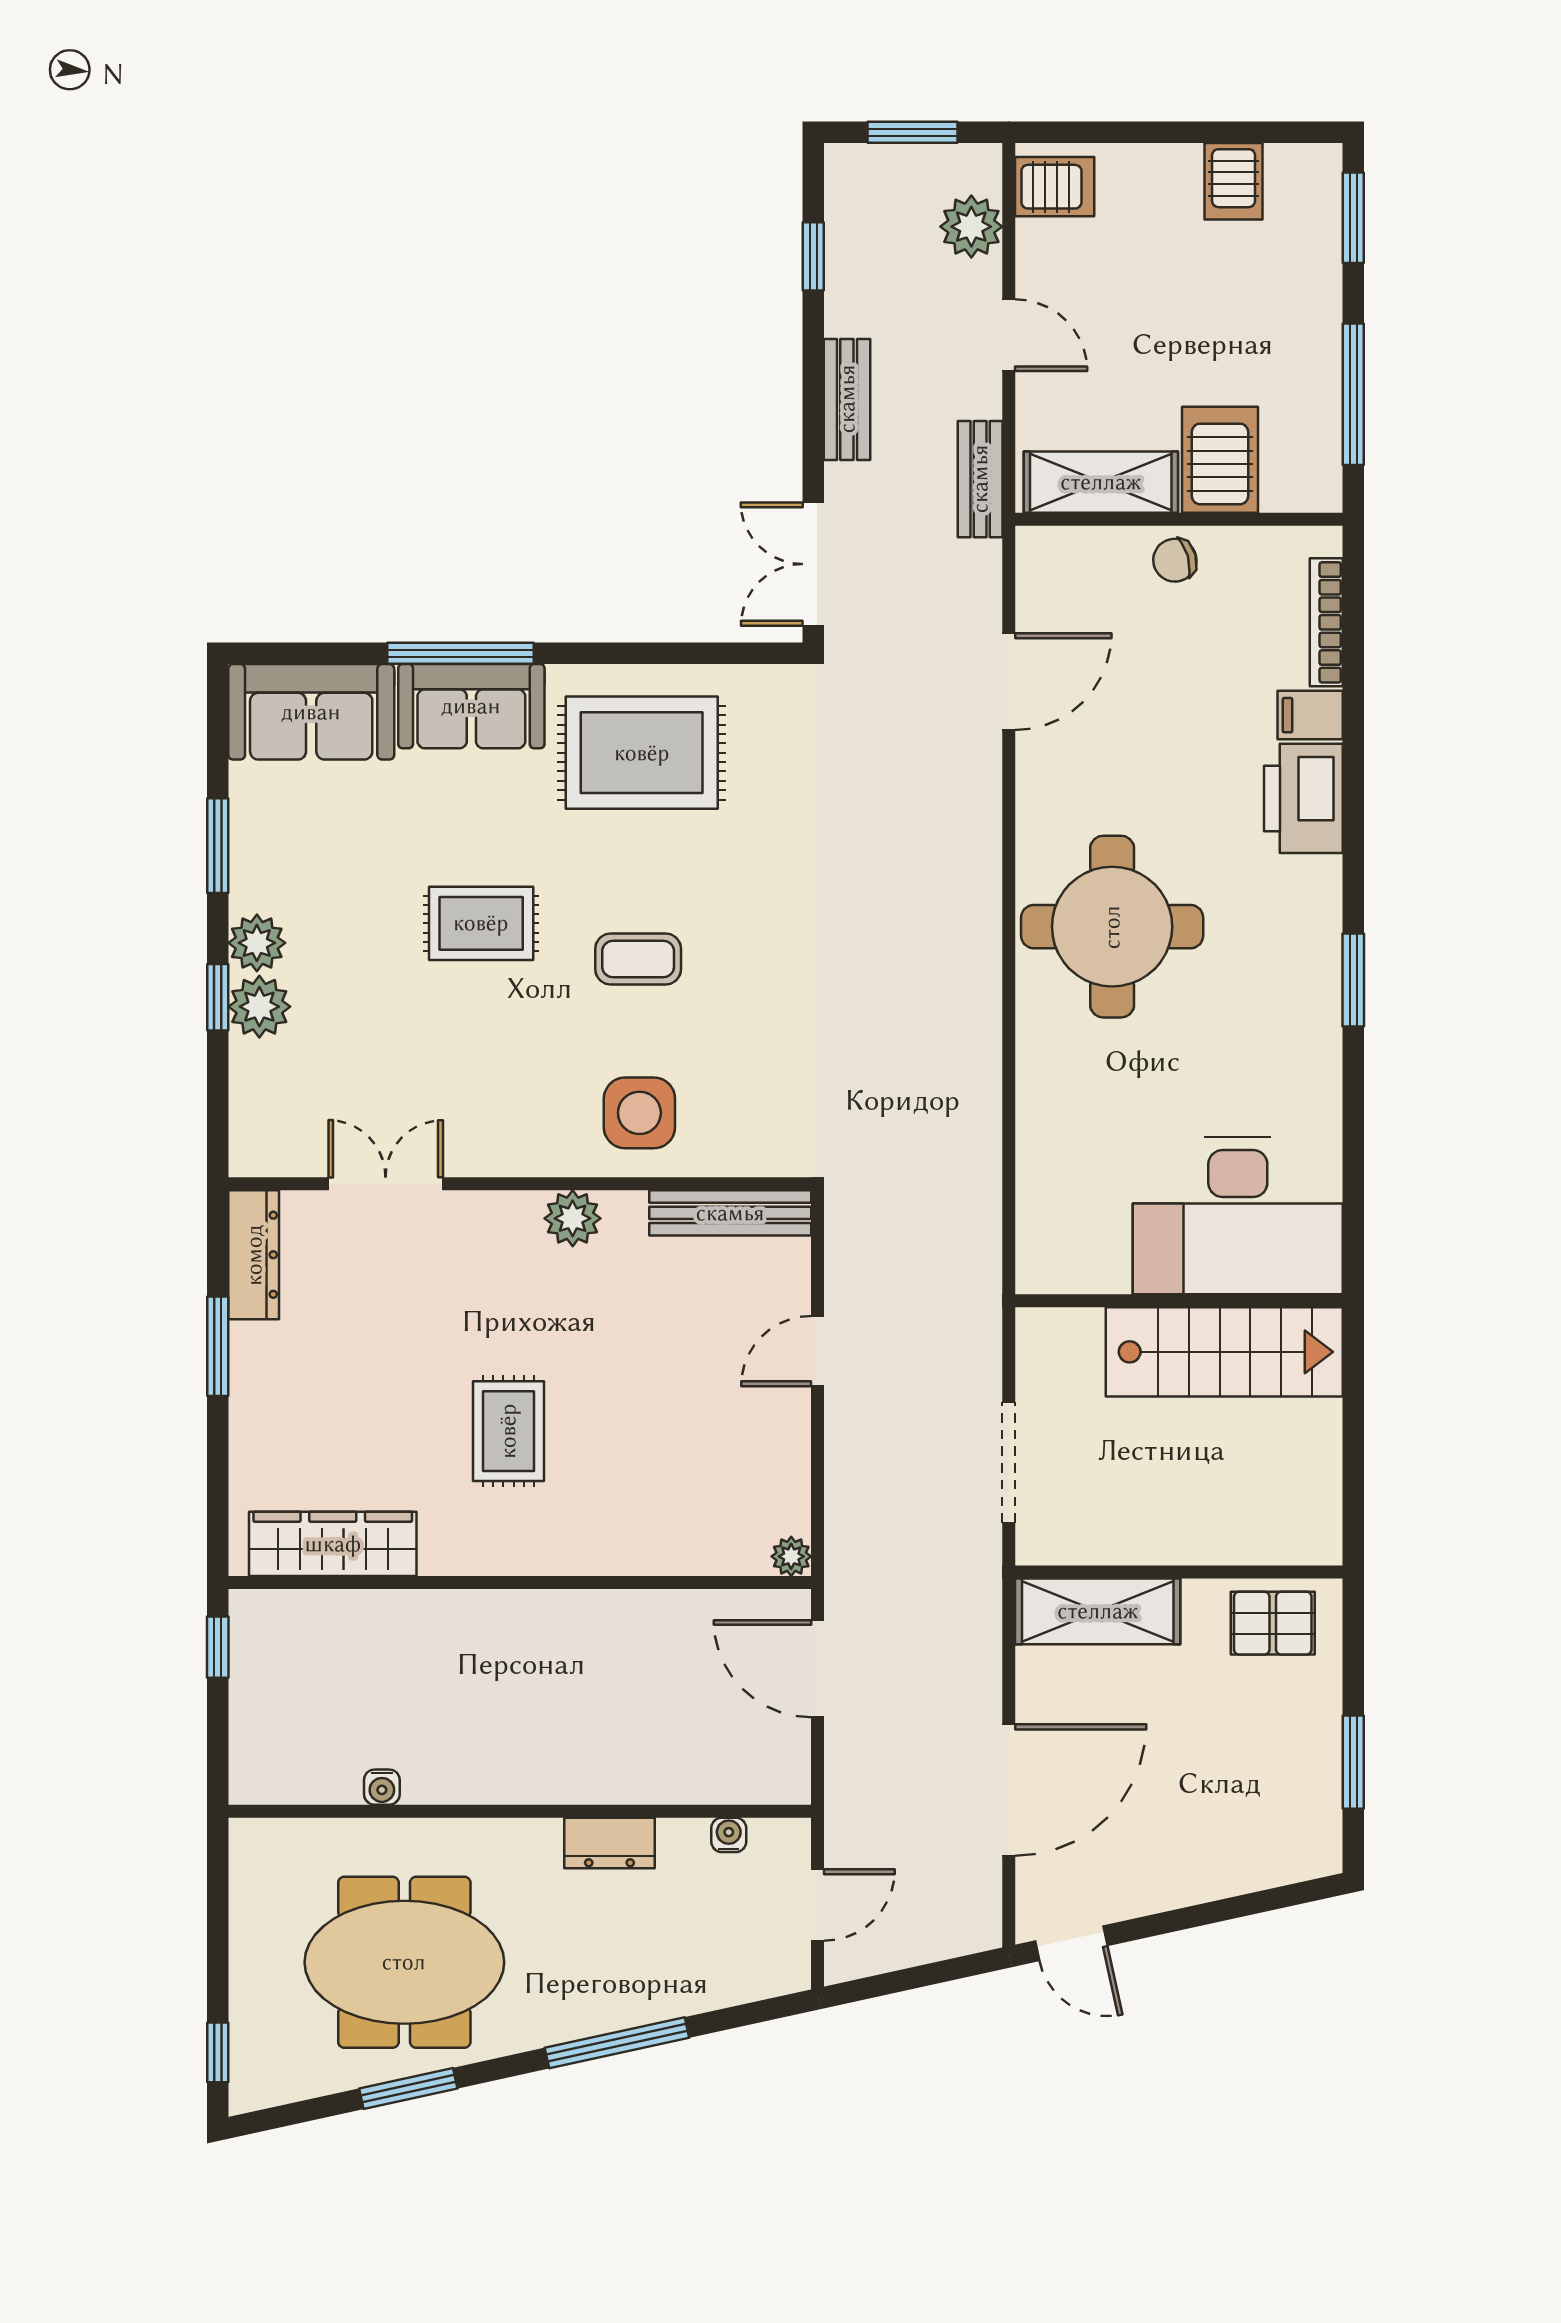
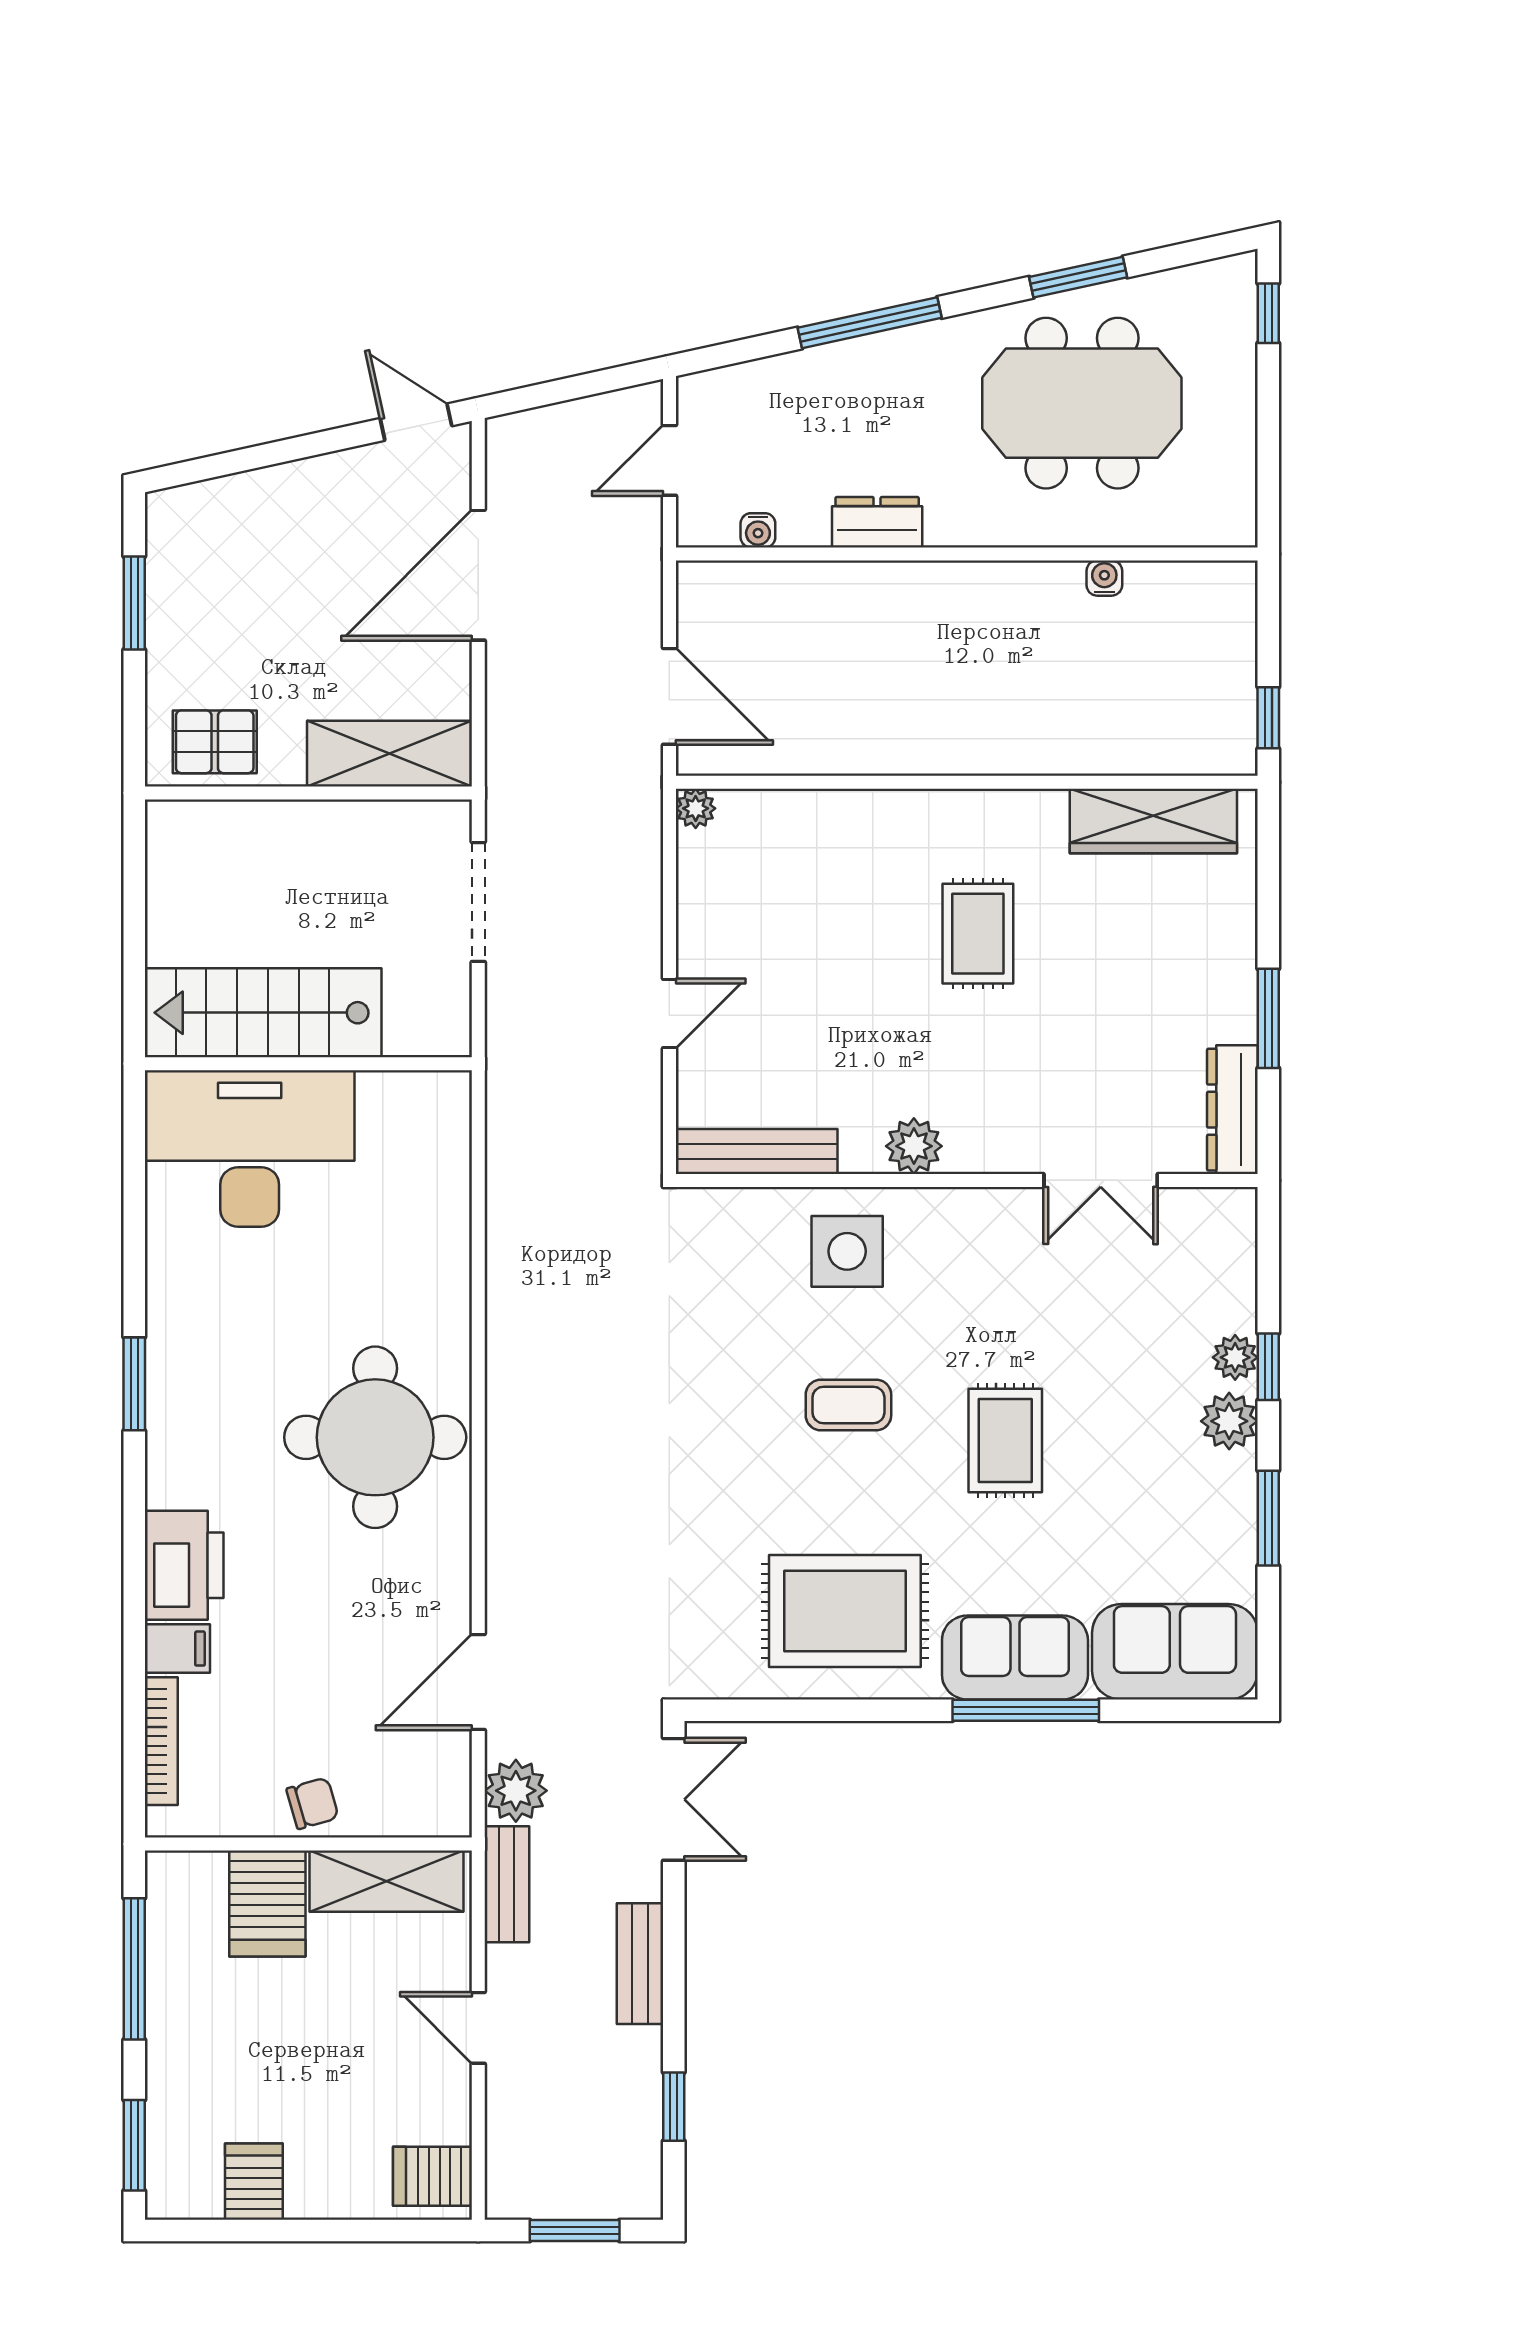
plant: (971, 227) -> (516, 1791), moved
rug: (481, 923) -> (1005, 1441), turned 90
plant: (259, 1007) -> (1235, 1357), width x0.73, depth x0.73

